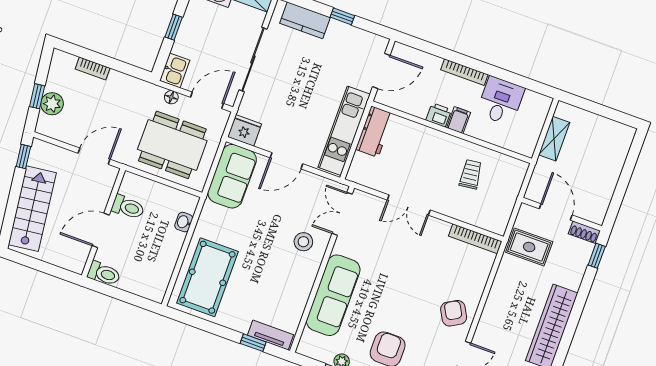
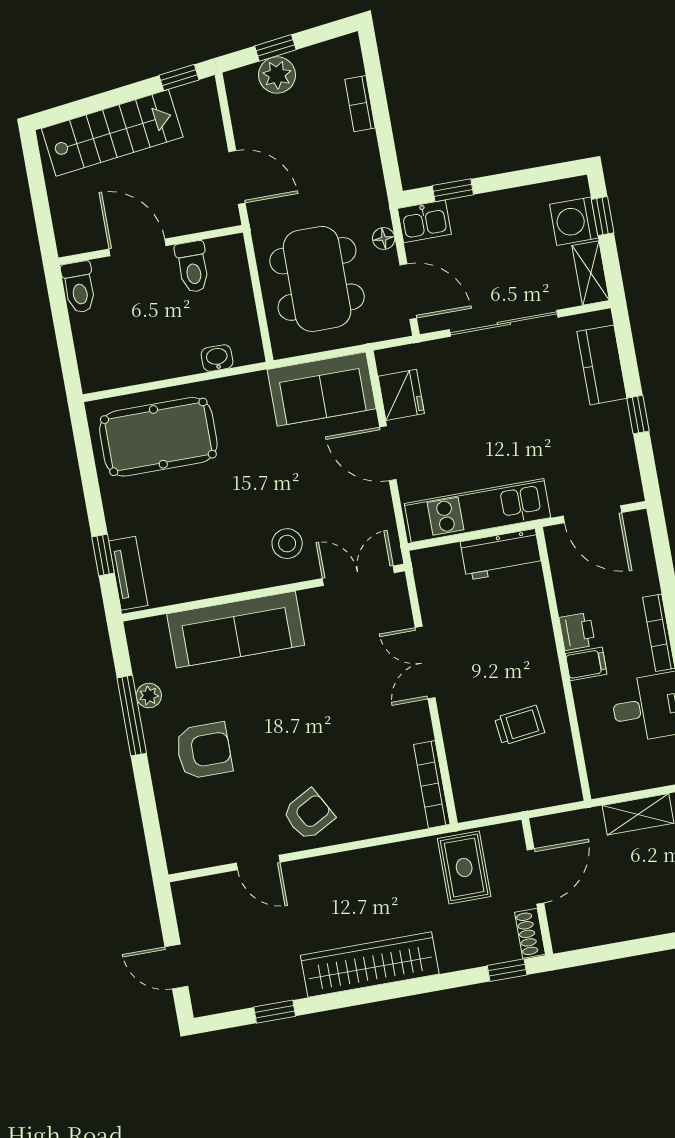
window: (174, 27) -> (453, 190), moved
fridge: (245, 130) -> (401, 395), moved

